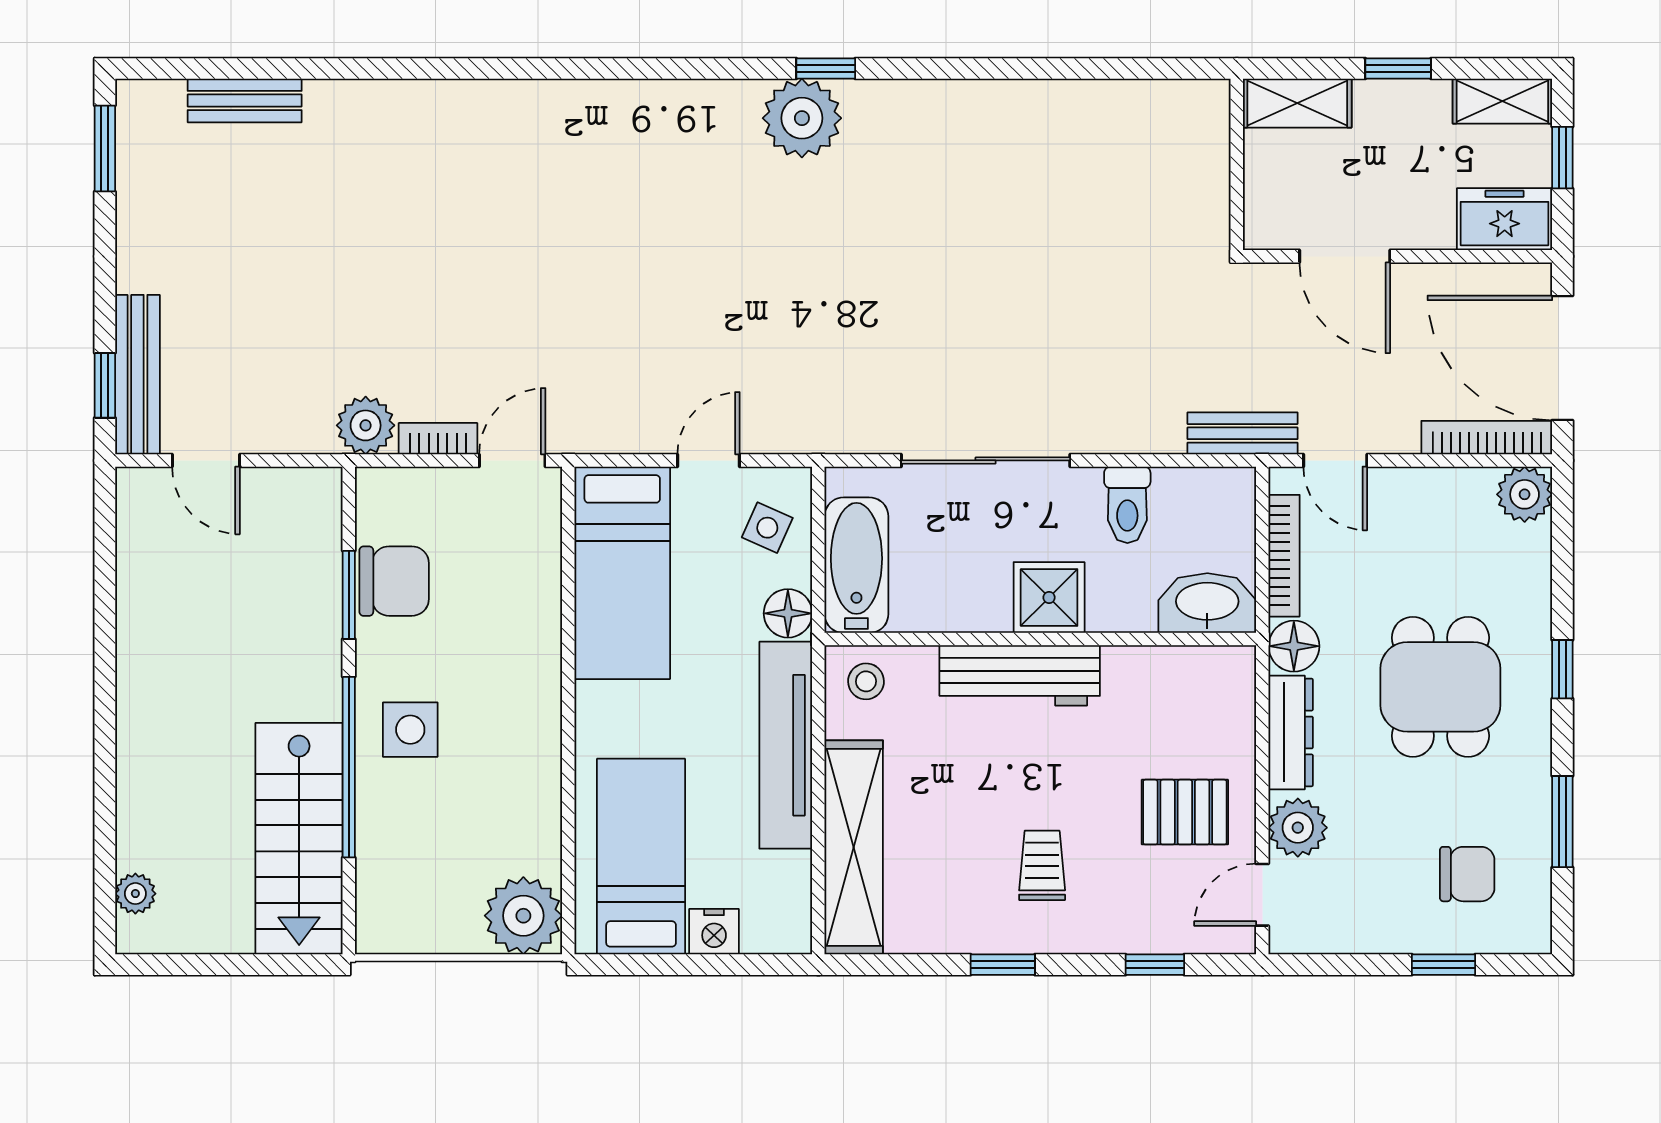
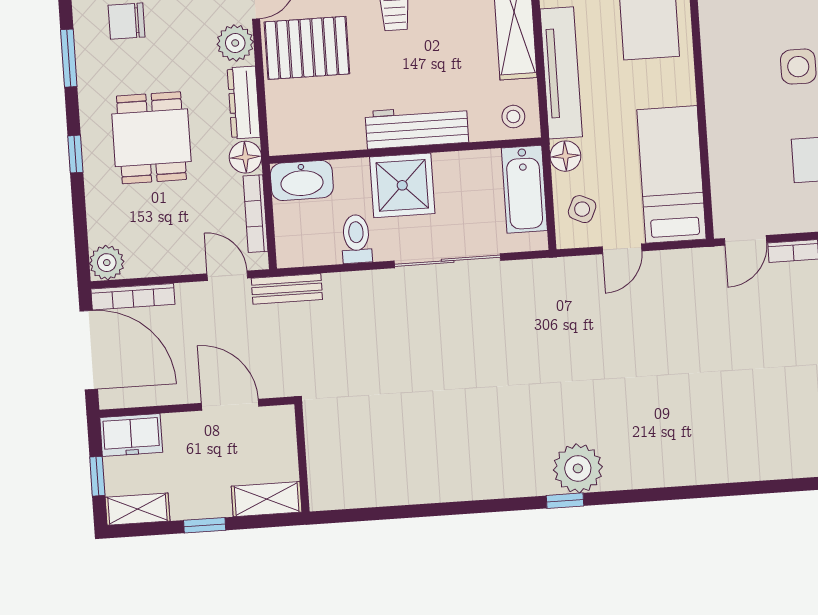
shower: (1049, 597) -> (402, 185), width x1.36, depth x1.36
pallet: (1185, 812) -> (307, 48), width x1.50, depth x1.42

